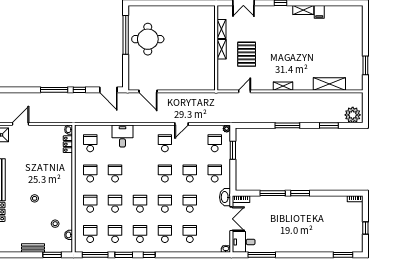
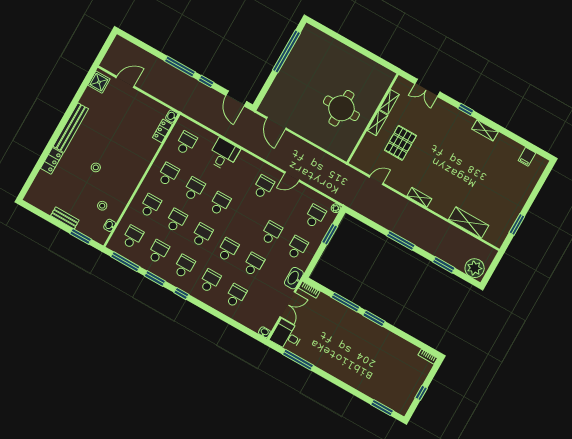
filing cabinet: (319, 12) -> (527, 157), moved
round table: (148, 39) -> (341, 108), moved
school desk: (165, 173) -> (220, 204), moved

